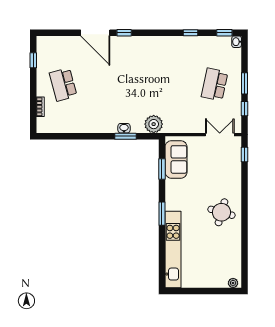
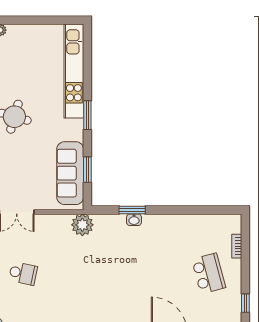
school desk: (215, 84) -> (23, 273), width x0.54
plant: (154, 124) -> (82, 225), moved
sofa: (176, 159) -> (70, 173), width x1.36

